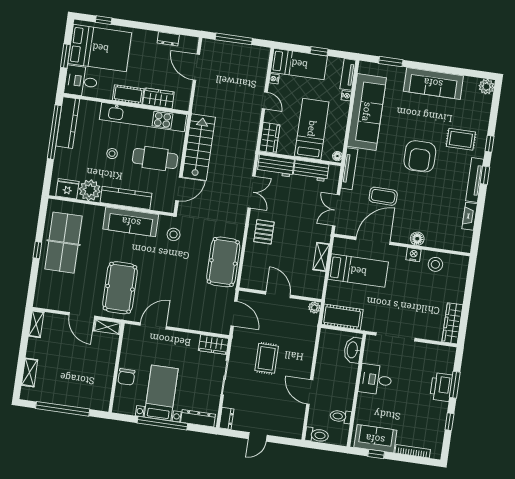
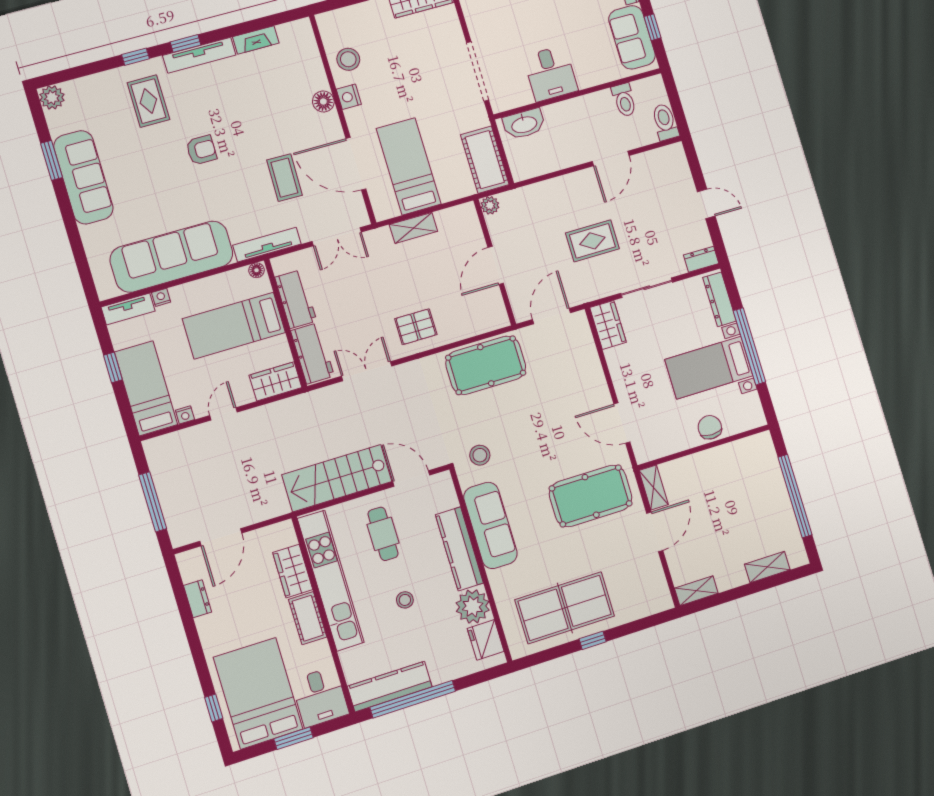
window: (391, 62) -> (51, 160), moved
armchair: (420, 156) -> (201, 150), width x0.53, depth x0.53
cafe table: (155, 159) -> (383, 534), width x0.73, depth x0.74
chair: (126, 377) -> (710, 427), turned -90

